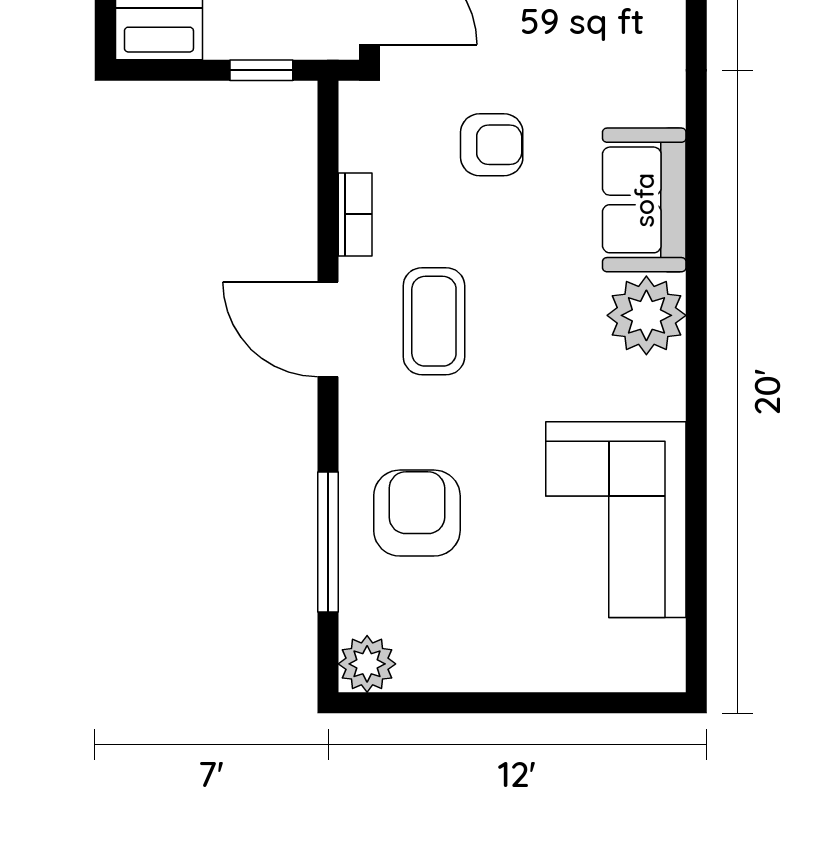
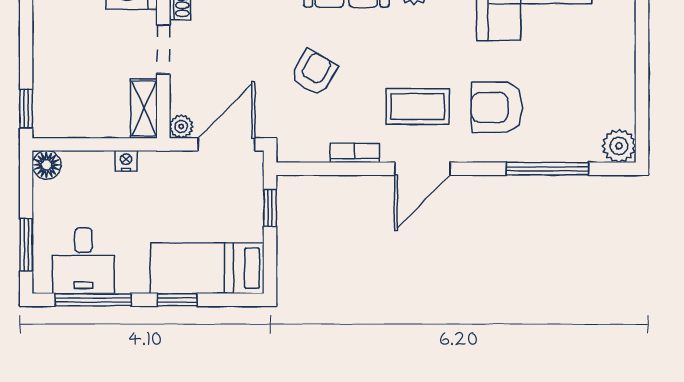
armchair: (492, 145) -> (314, 73), turned 30
armchair: (417, 513) -> (497, 107), moved

